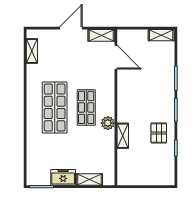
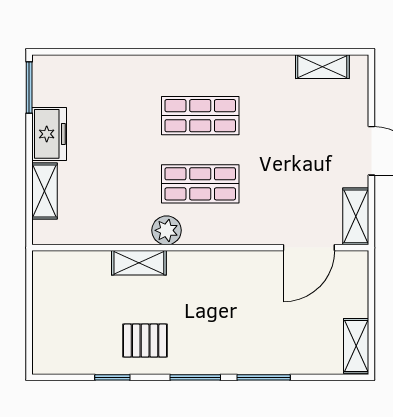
shop shelf: (55, 107) -> (200, 116), width x0.70, depth x0.74

